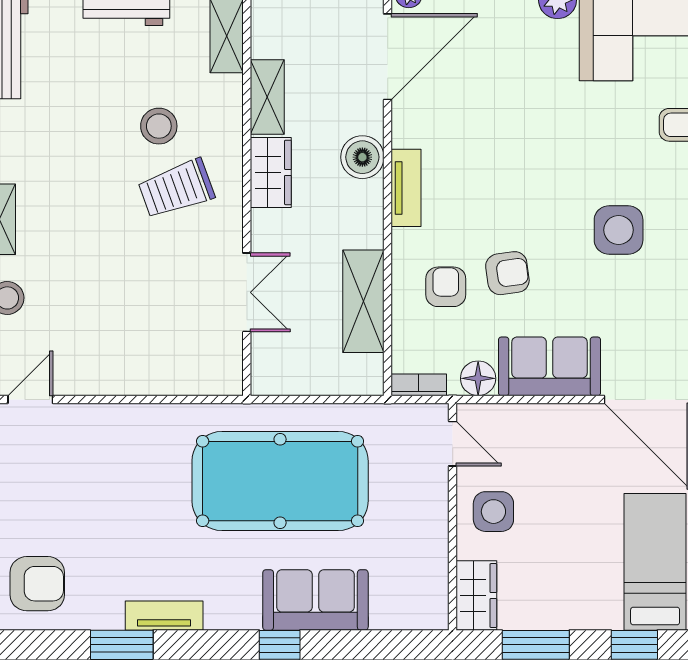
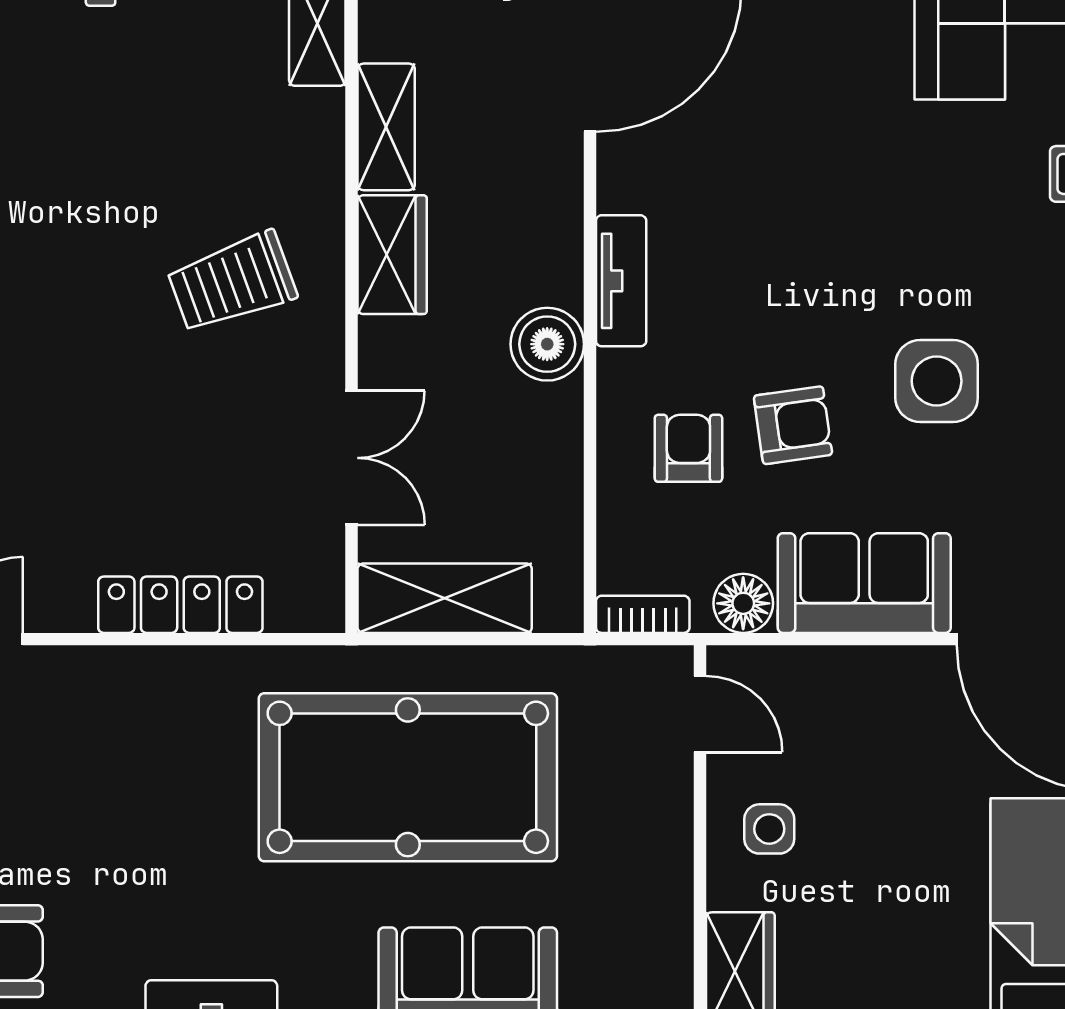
stool: (159, 126) -> (203, 176), removed
boiler: (362, 157) -> (547, 344), moved
side table: (619, 230) -> (937, 381), moved
shelving: (363, 301) -> (445, 598), moved, turned 90
locker: (146, 379) -> (180, 605), added
side table: (493, 512) -> (769, 829), width x0.73, depth x0.73

